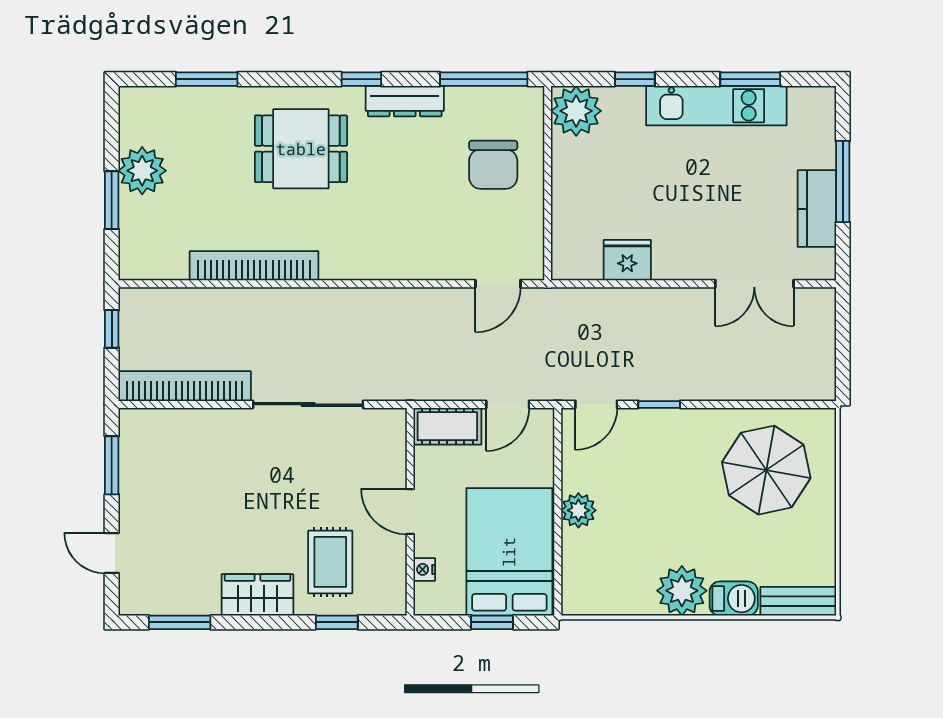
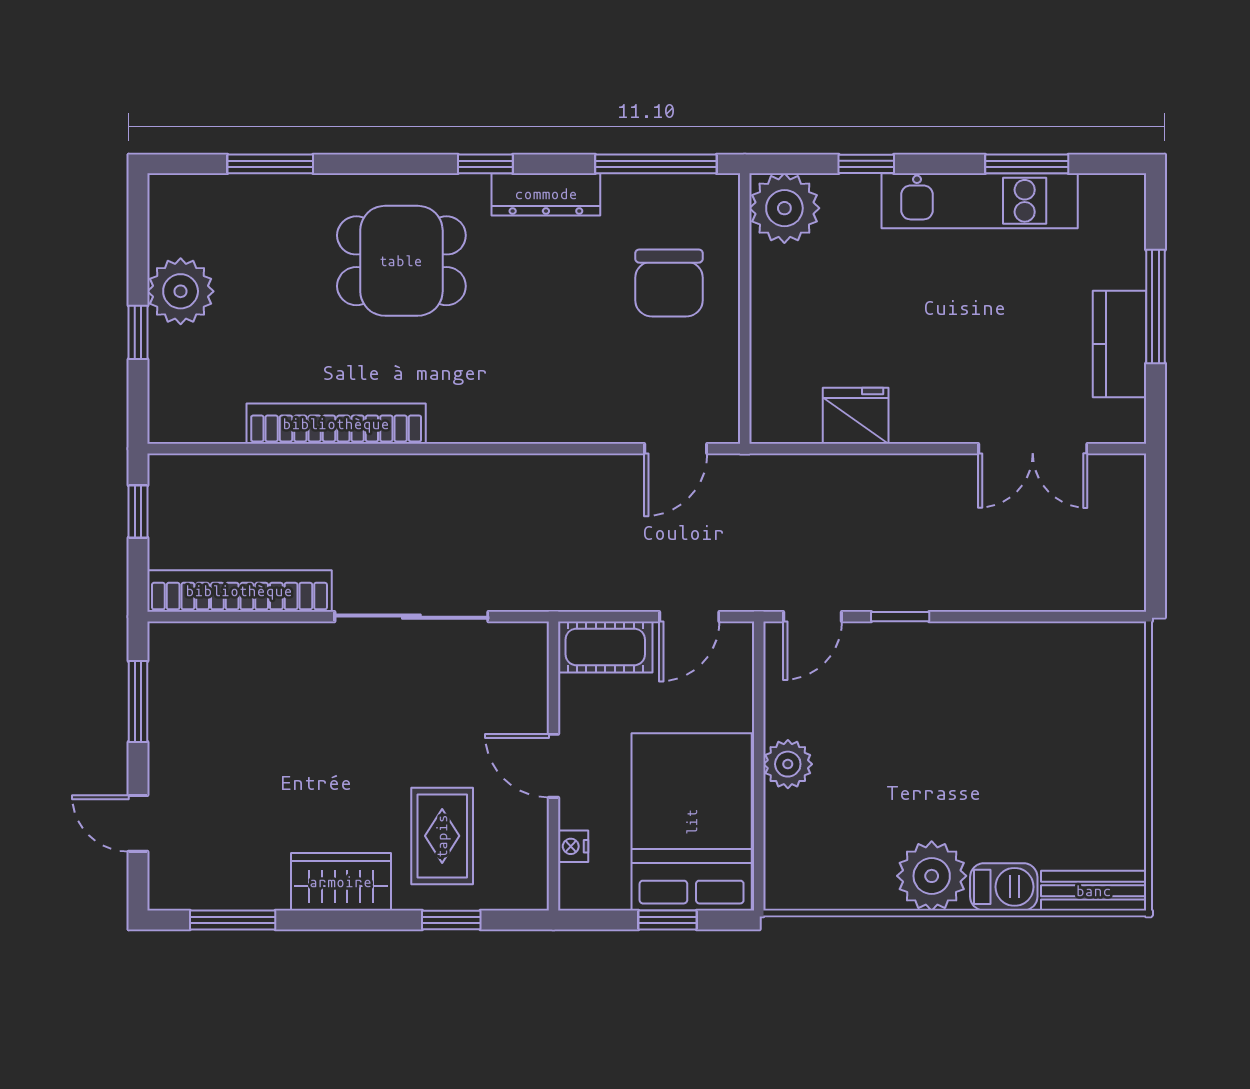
window: (112, 200) -> (138, 332), width x0.67
parasol: (766, 470) -> (1049, 708), removed

